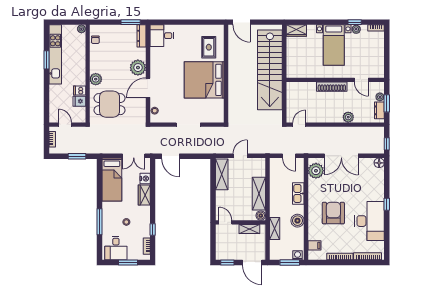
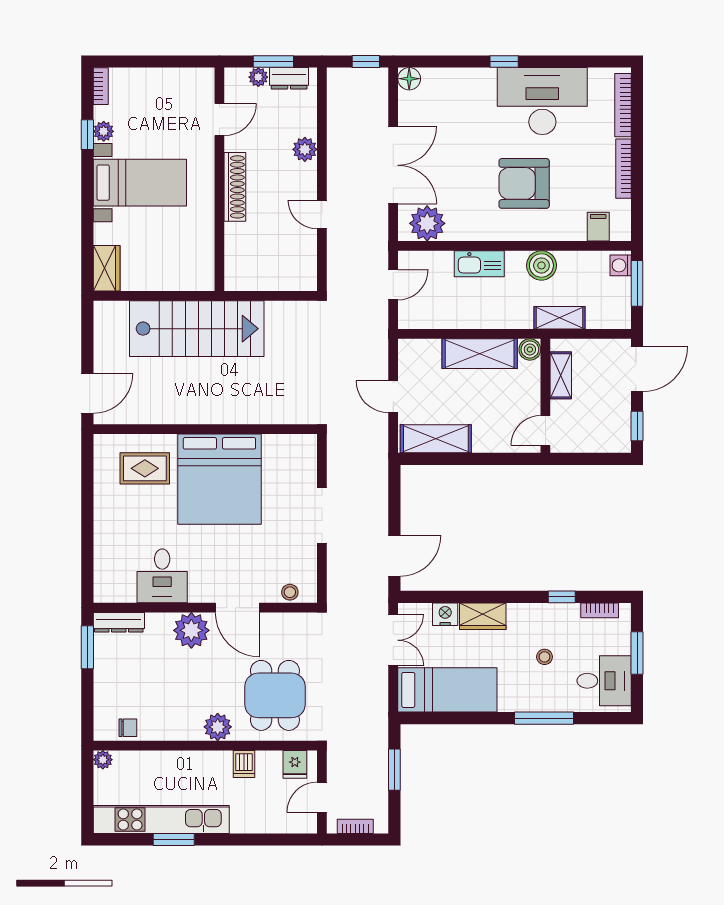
desk: (162, 36) -> (162, 576), moved
stairs: (270, 70) -> (197, 329), width x0.73
fridge: (79, 101) -> (295, 764), moved
door: (299, 125) -> (322, 214), moved

